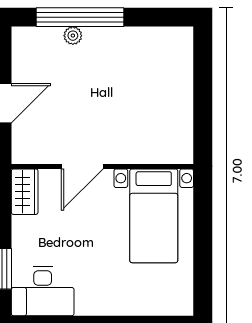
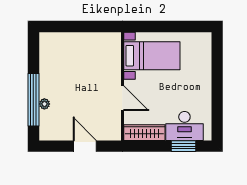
wardrobe: (25, 192) -> (144, 133), width x1.50
desk: (43, 291) -> (184, 126), moved, turned 90

